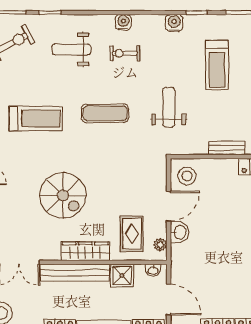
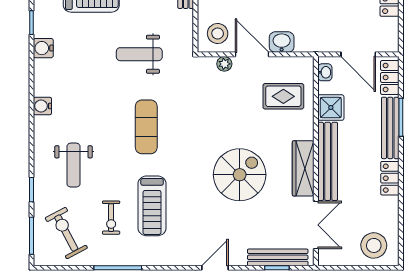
exercise bike: (125, 53) -> (111, 218), moved
treadmill: (36, 118) -> (152, 206), turned 180
plant: (160, 245) -> (224, 64), moved
wardrobe: (85, 251) -> (303, 168), moved
door: (169, 300) -> (358, 54), swing flipped

